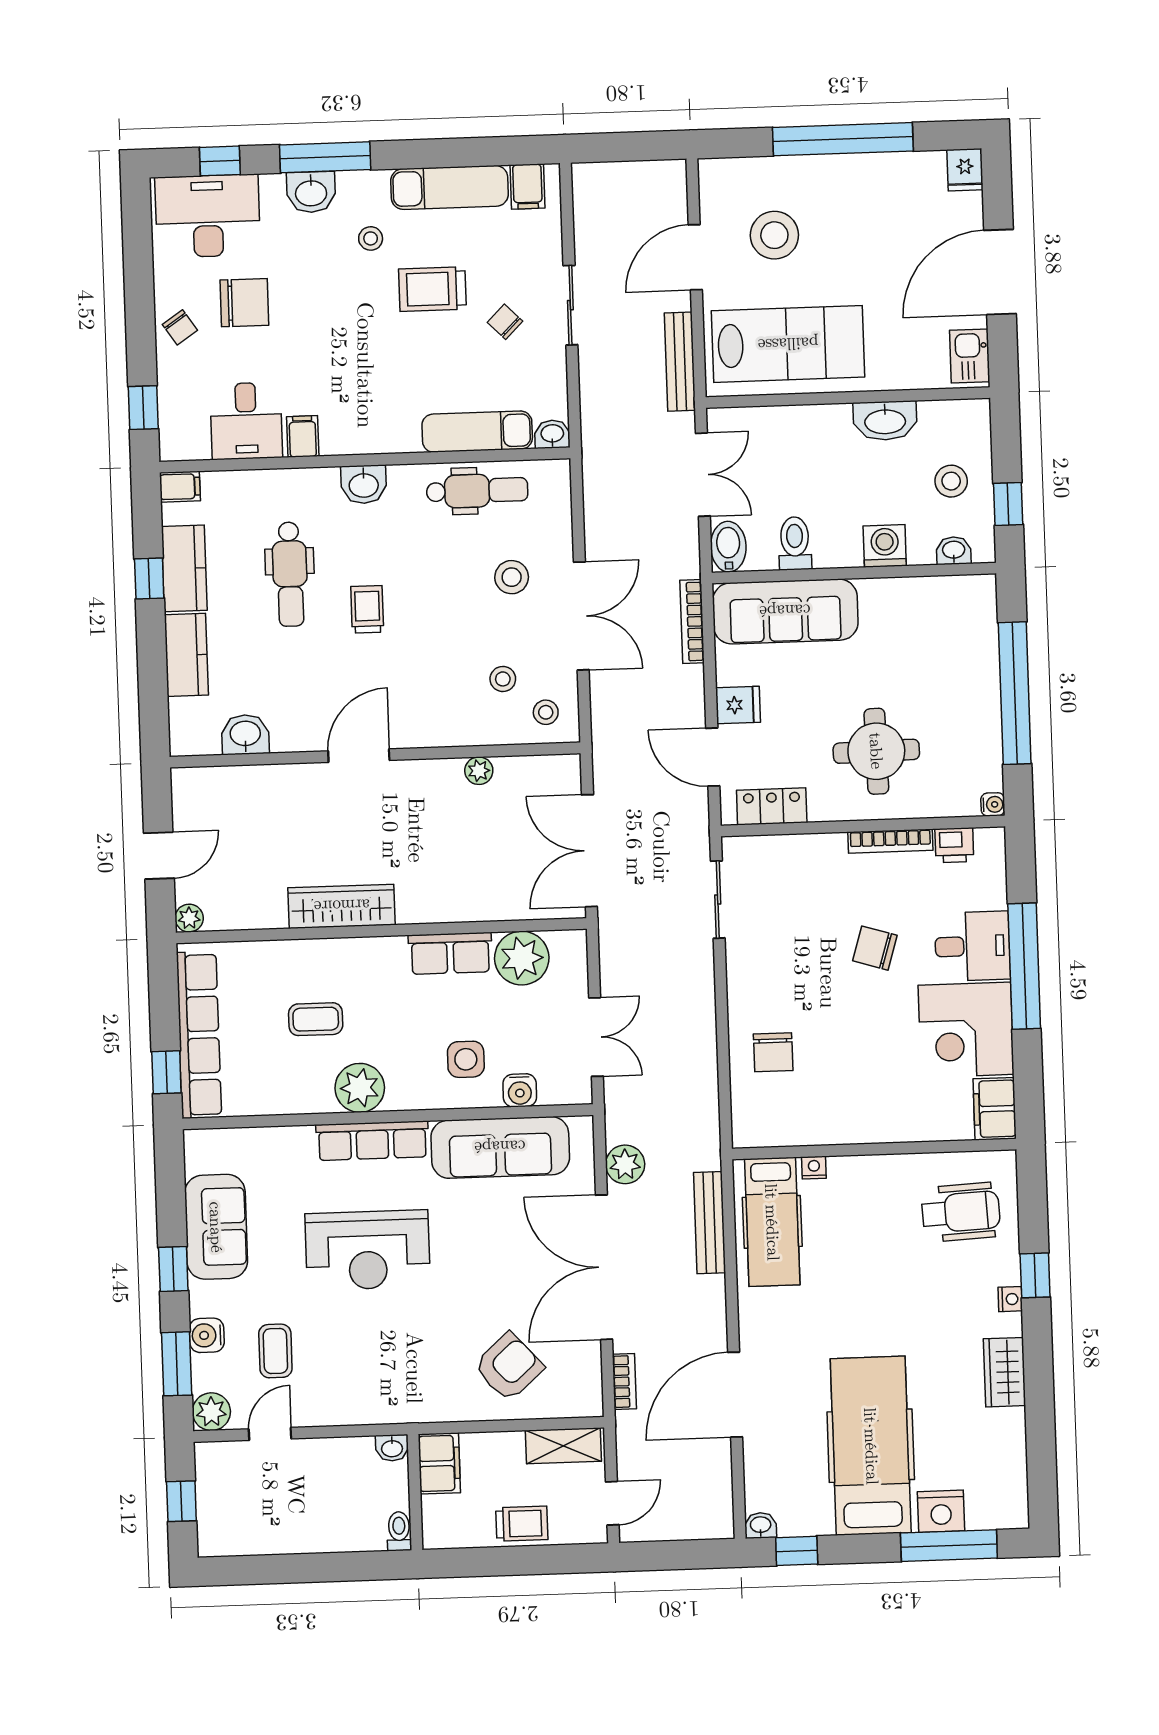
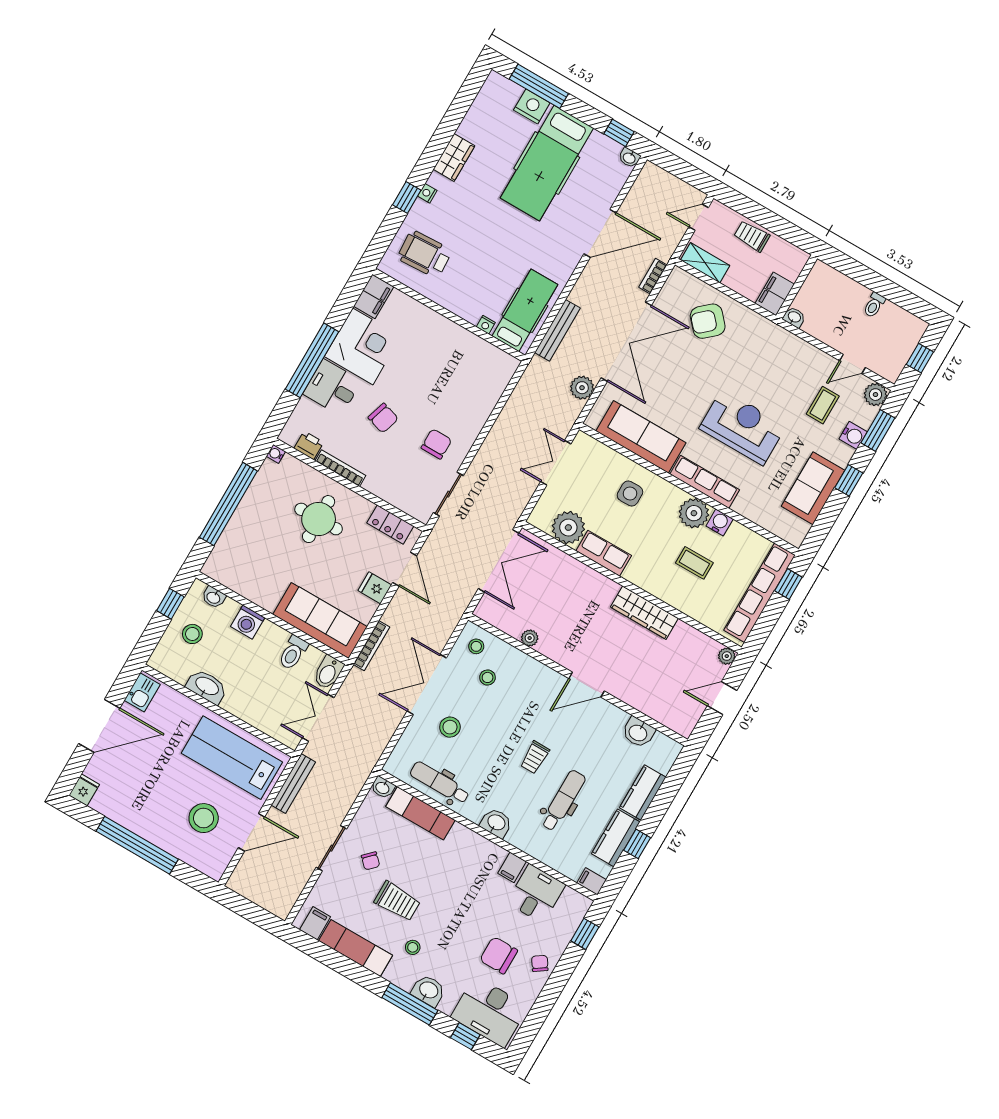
chair: (773, 1052) -> (436, 444), moved
water cooler: (520, 1090) -> (720, 522), moved
toilet: (399, 1531) -> (874, 305), moved

